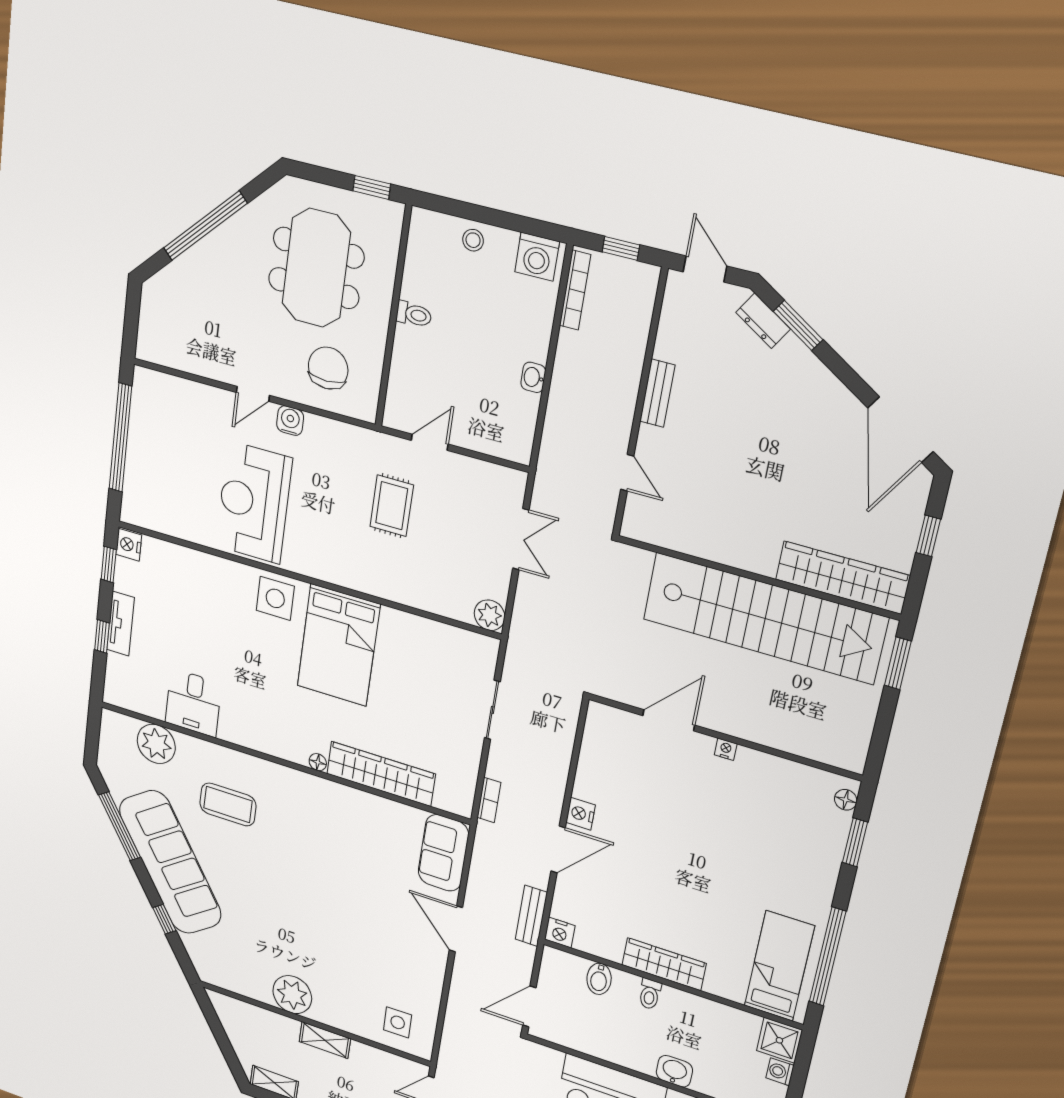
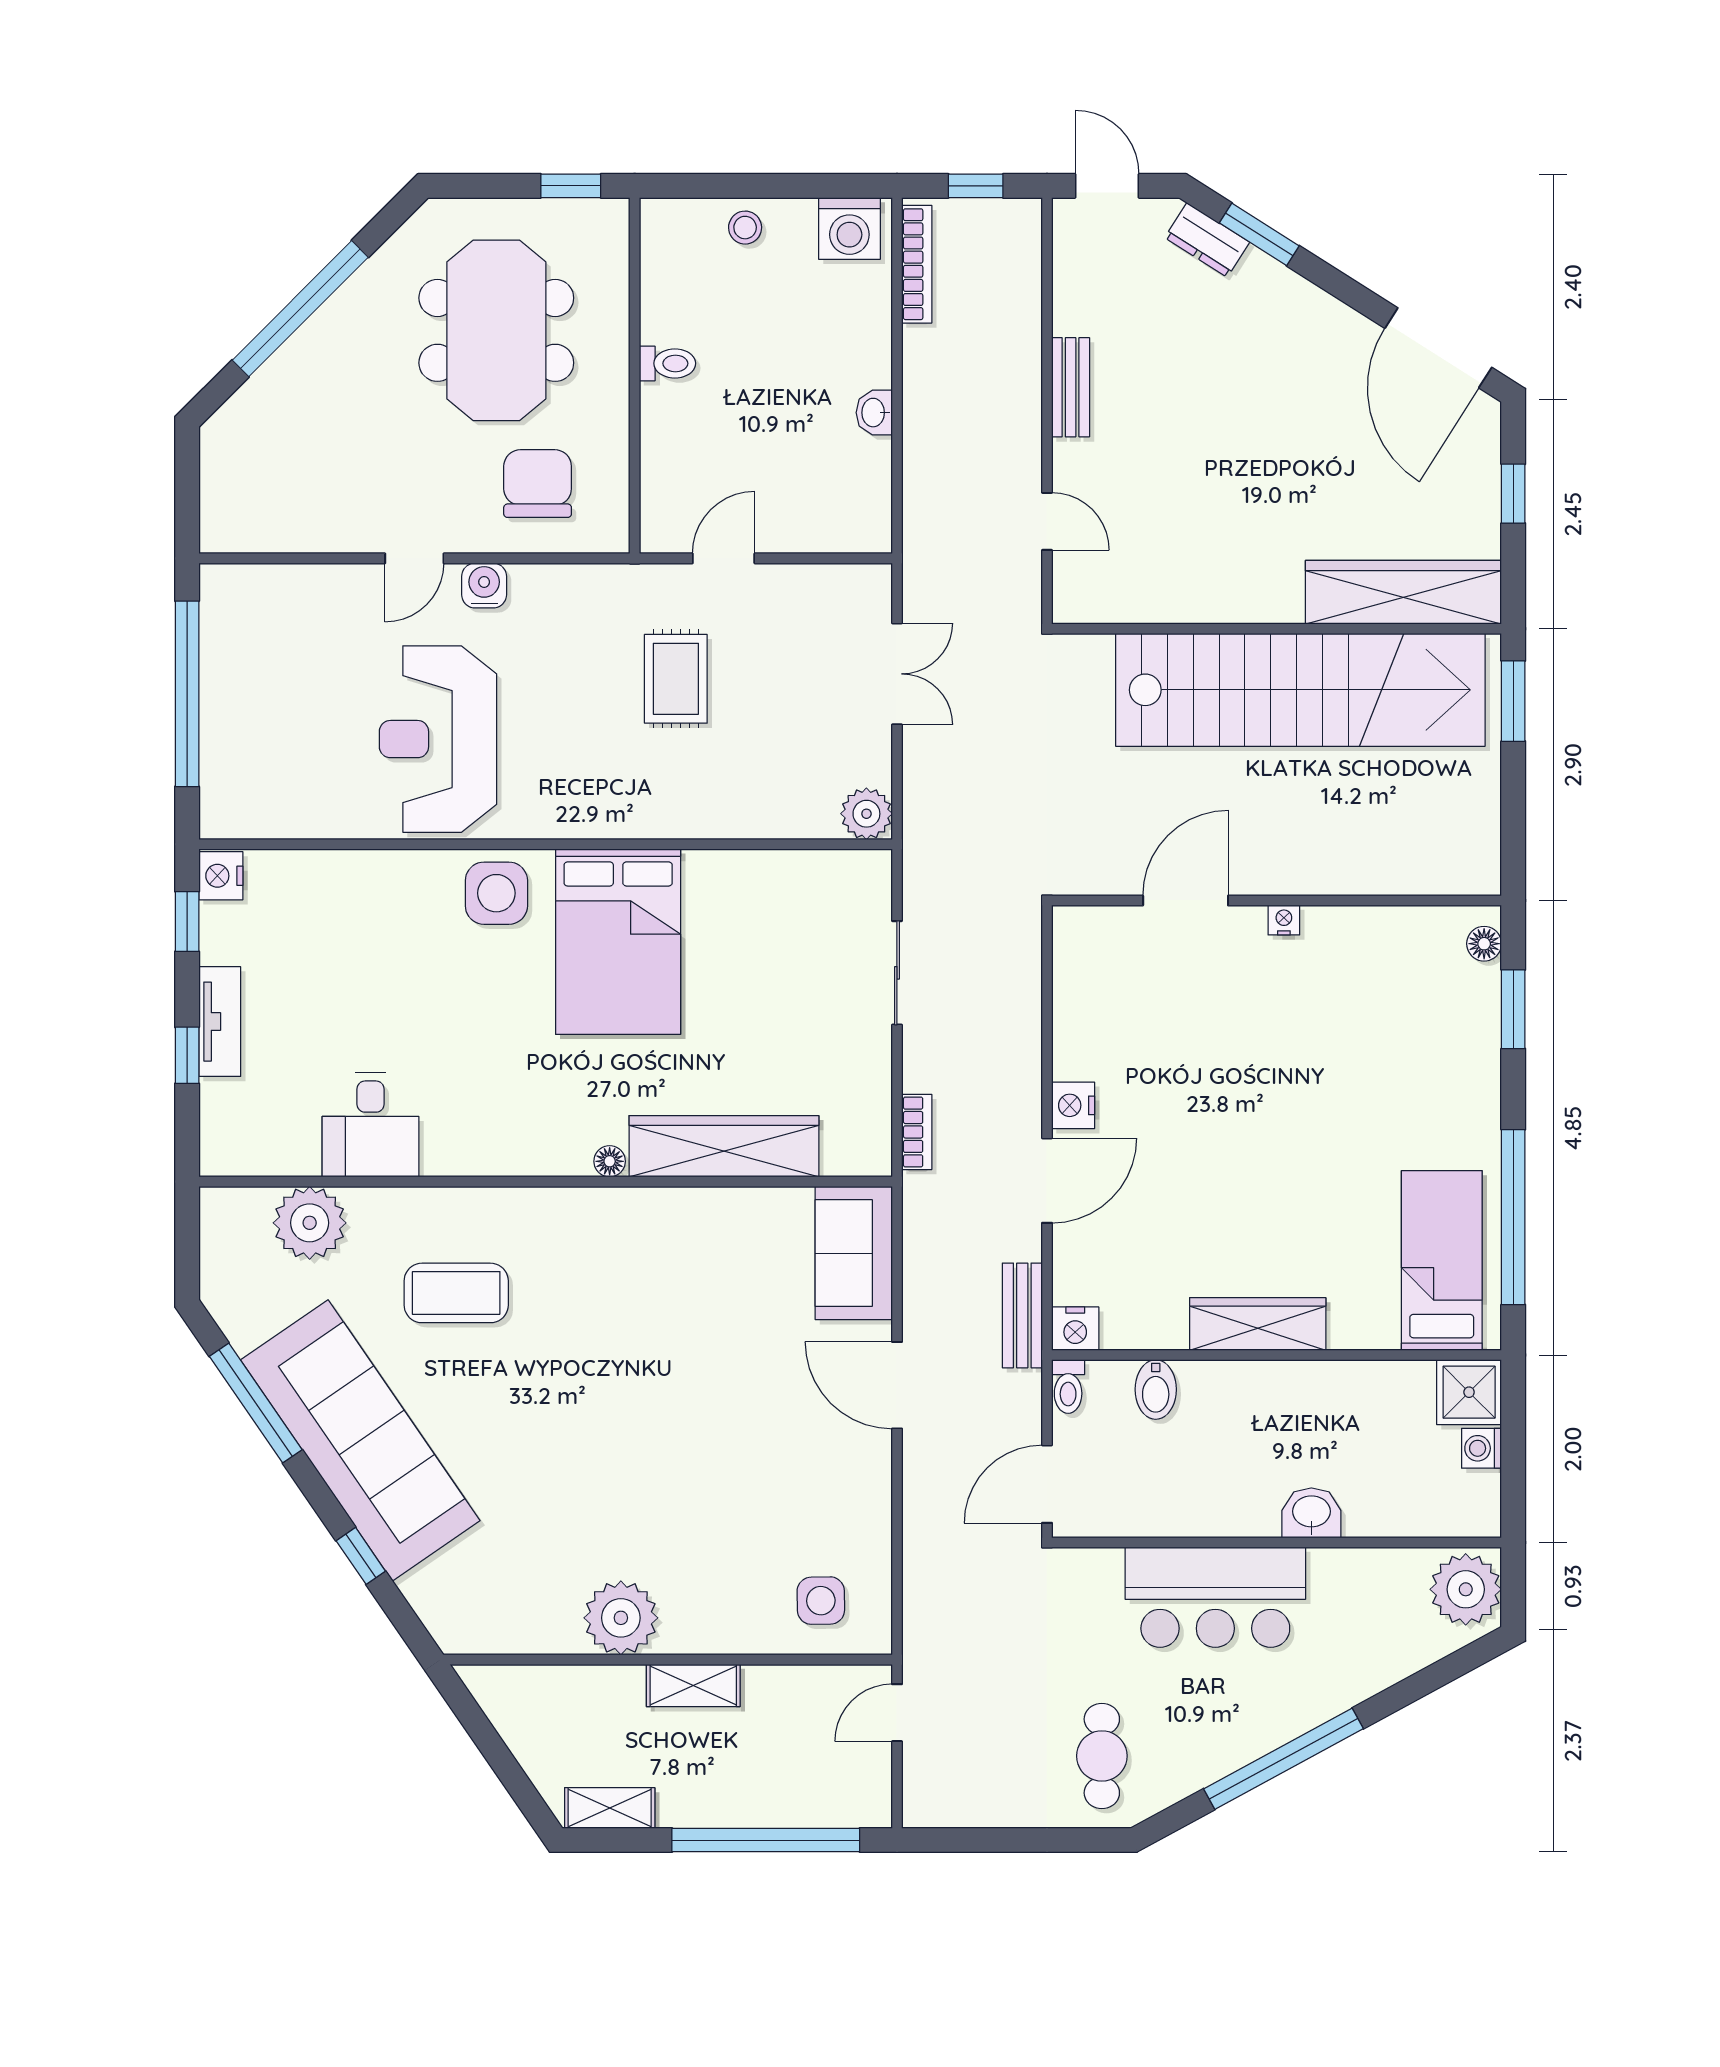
toilet: (650, 994) -> (1068, 1387), moved

